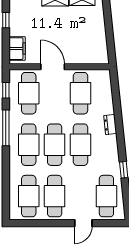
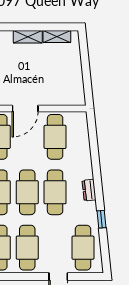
door: (53, 67) -> (25, 109), swing flipped
dresser: (110, 125) -> (89, 190), moved

